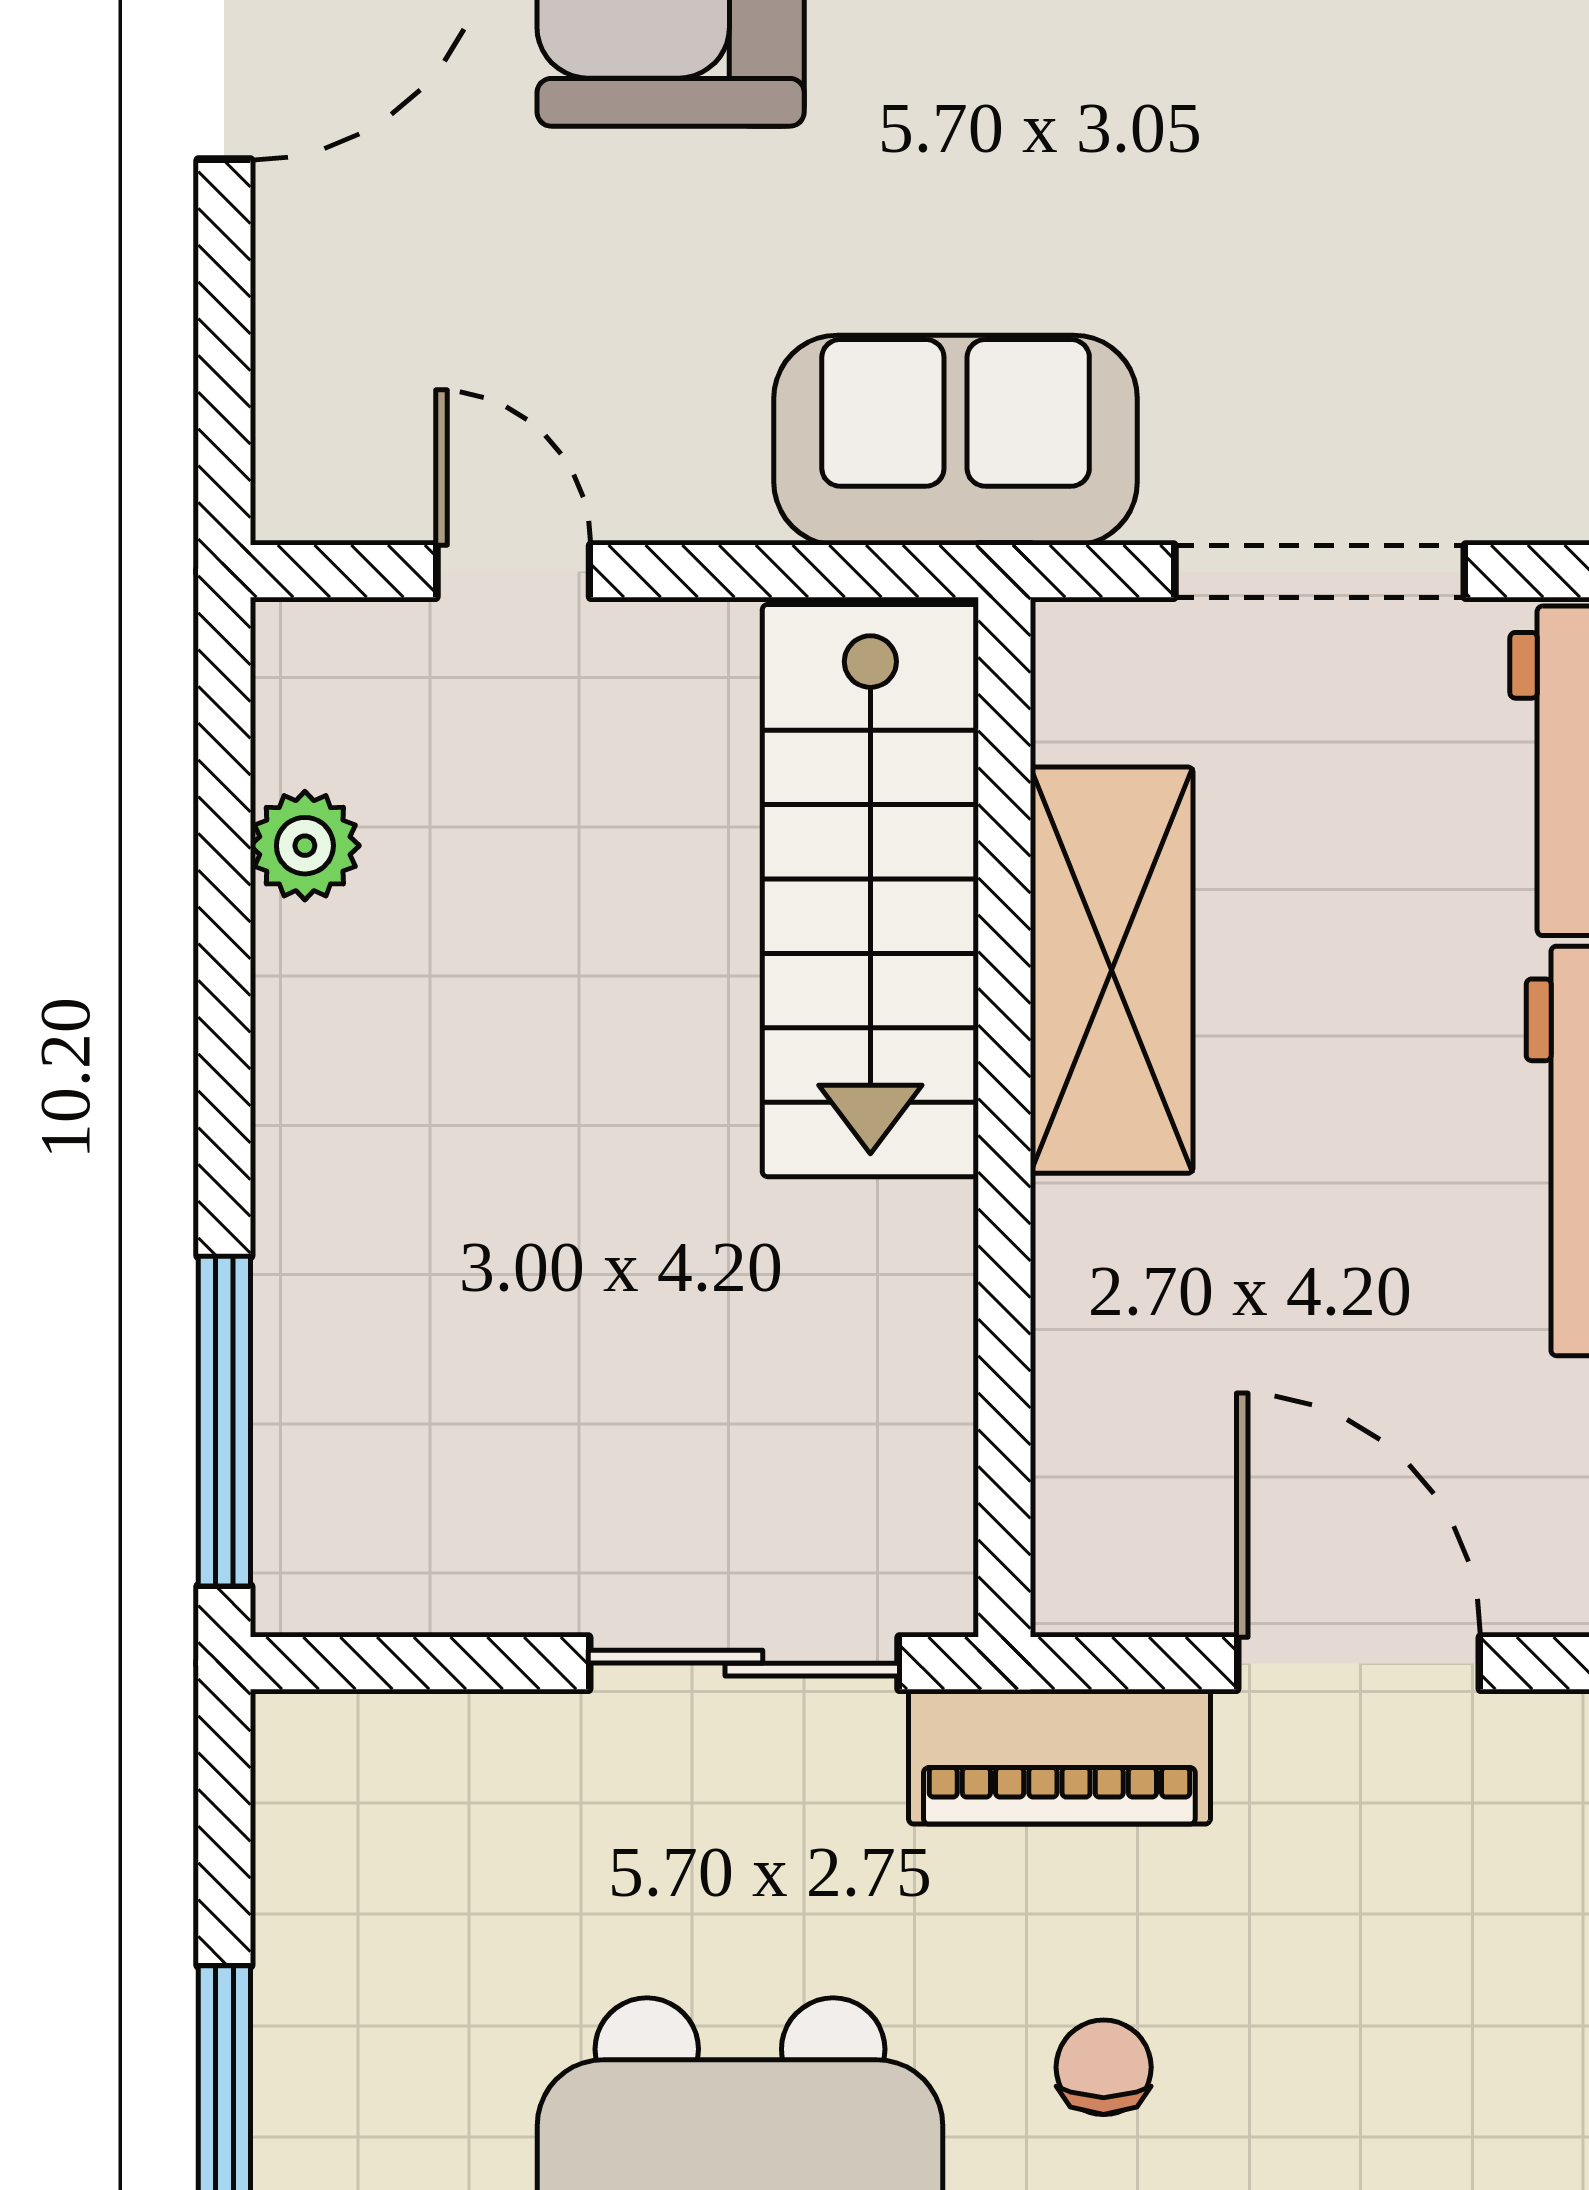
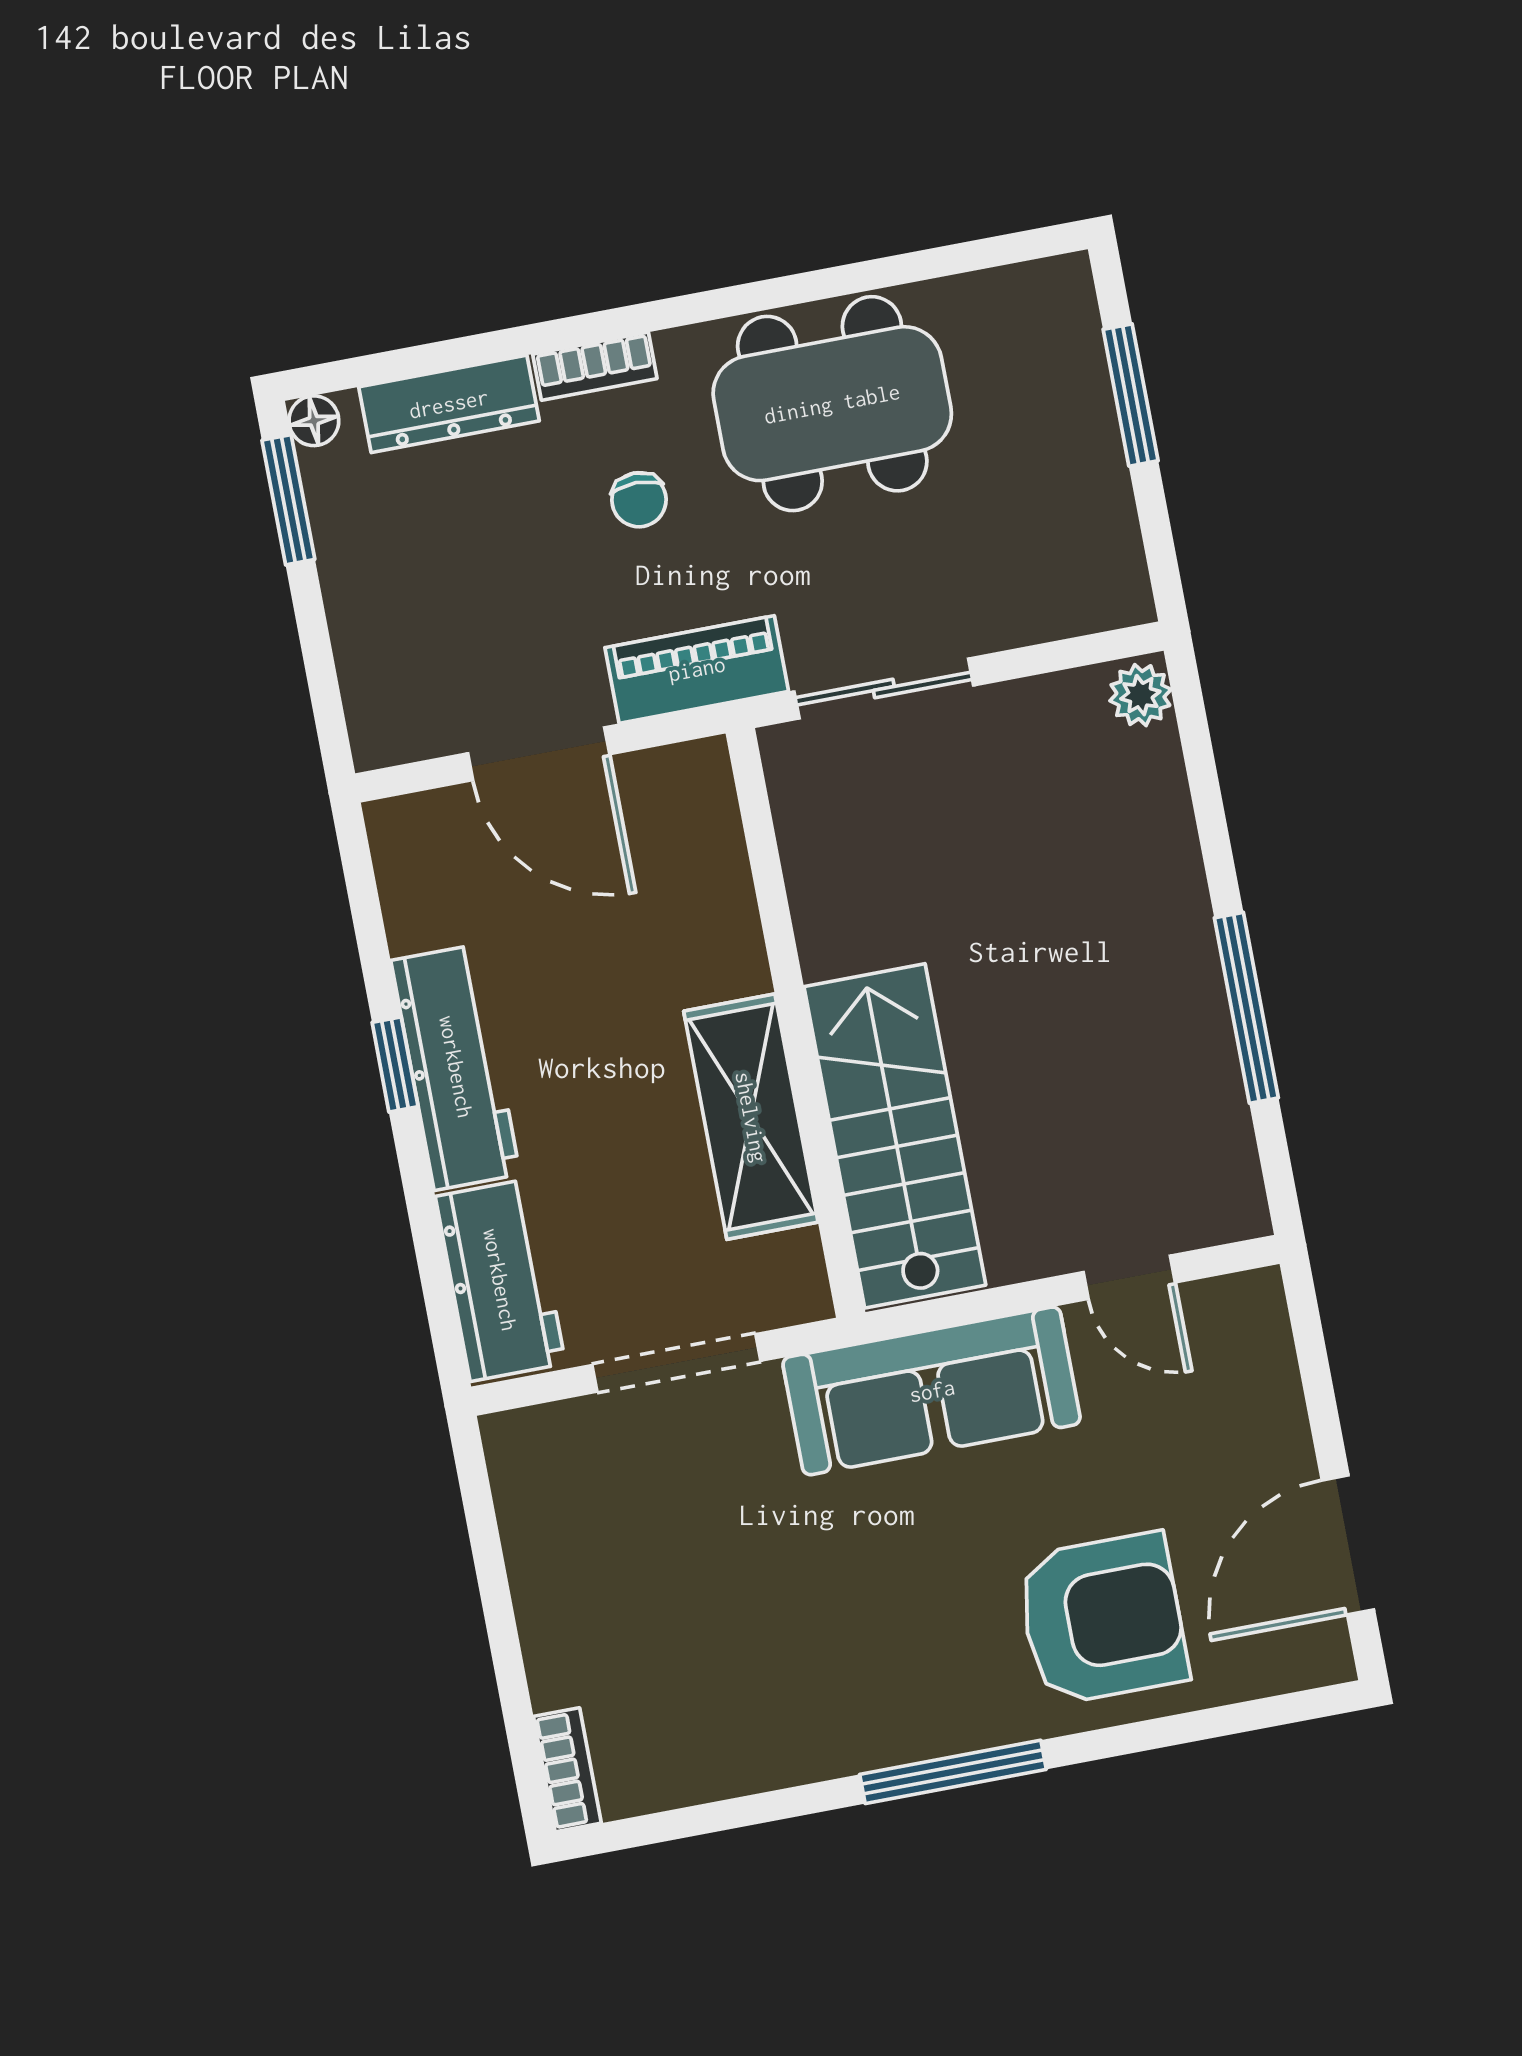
sofa: (956, 440) -> (932, 1391), width x1.36
plant: (305, 846) -> (1140, 695), moved
window: (224, 1421) -> (1246, 1008), moved

